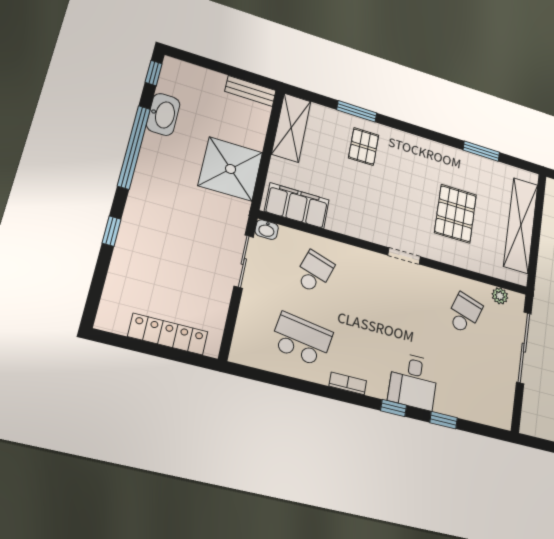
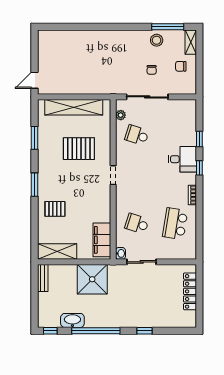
window: (357, 111) -> (34, 185), moved

